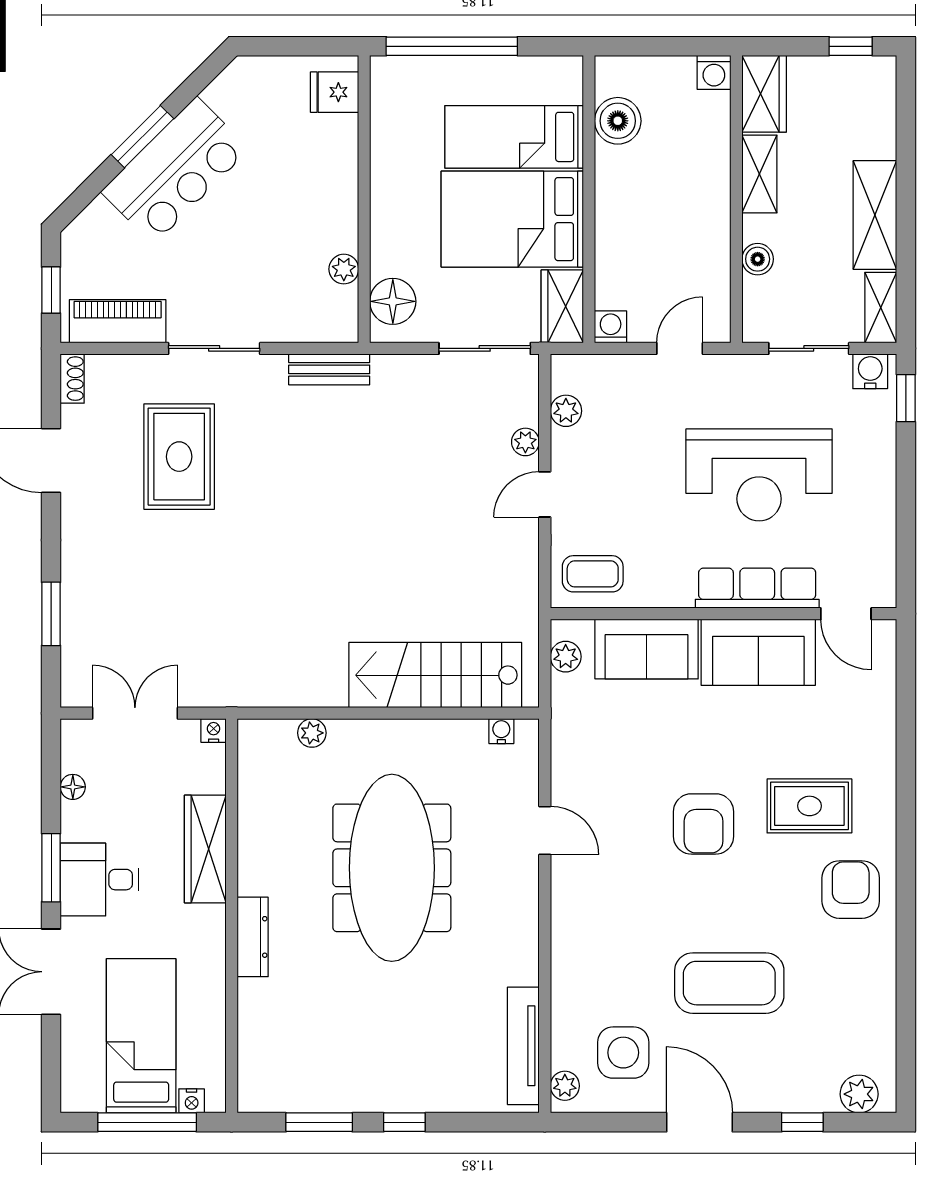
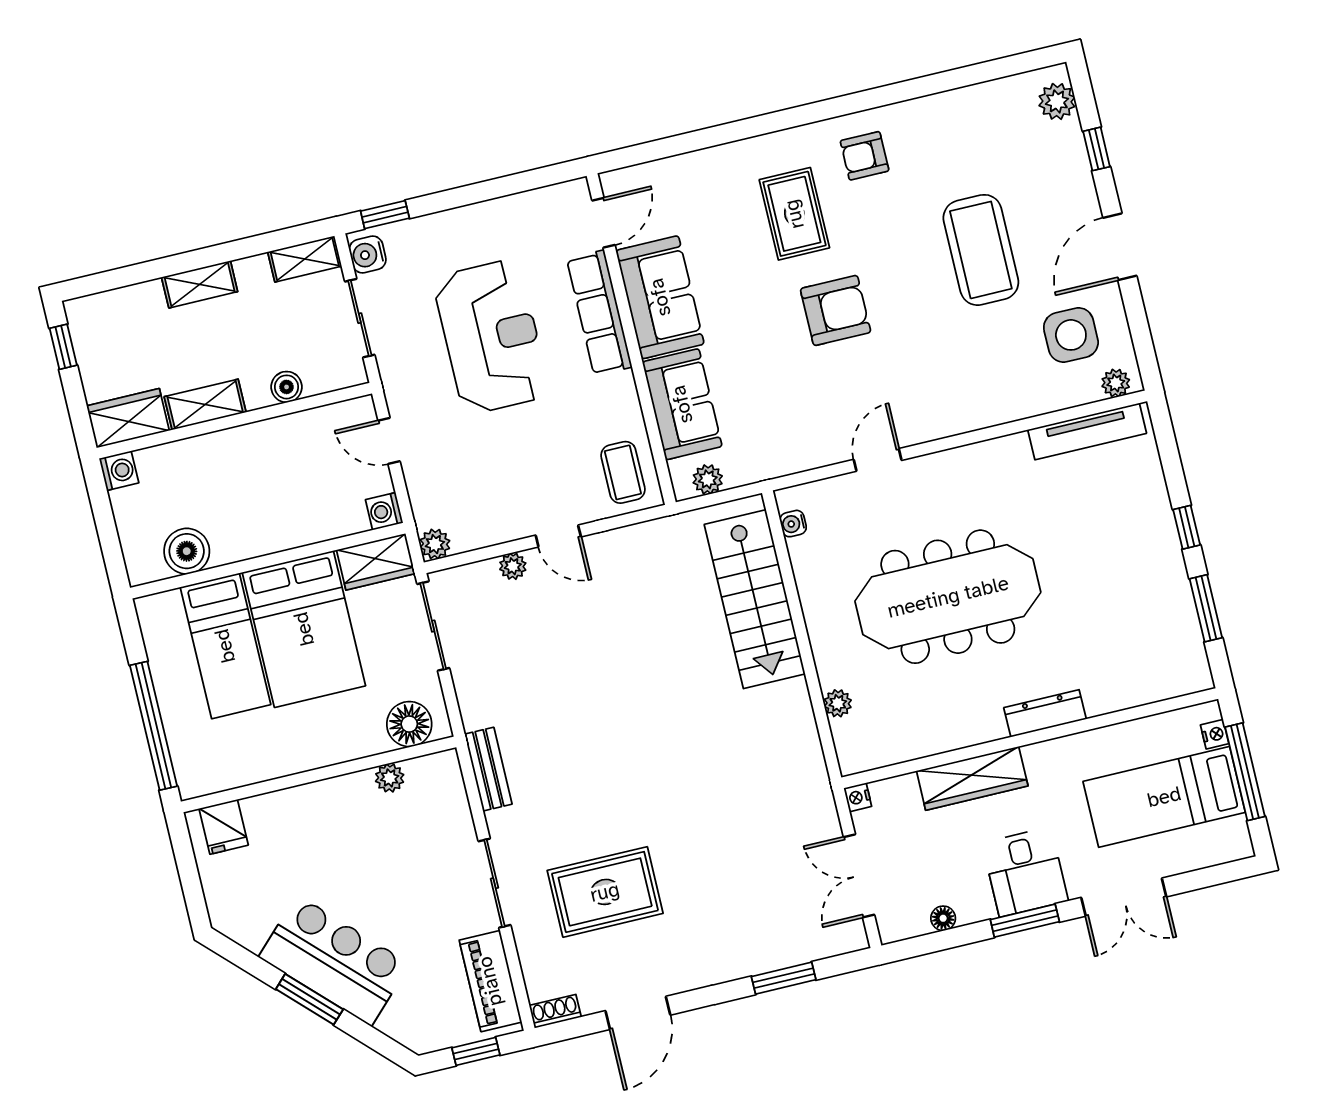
shelving: (875, 215) -> (200, 284), width x0.67, depth x0.75
plant: (566, 411) -> (435, 544), moved
armchair: (851, 890) -> (865, 156), width x0.72, depth x0.72

